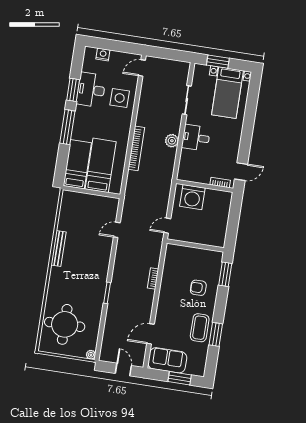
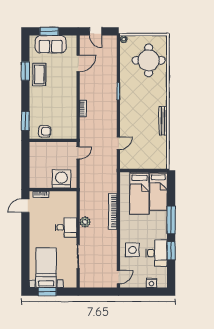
window: (218, 62) -> (47, 292), moved
armchair: (198, 288) -> (44, 131), moved
sofa: (167, 360) -> (51, 44), moved

